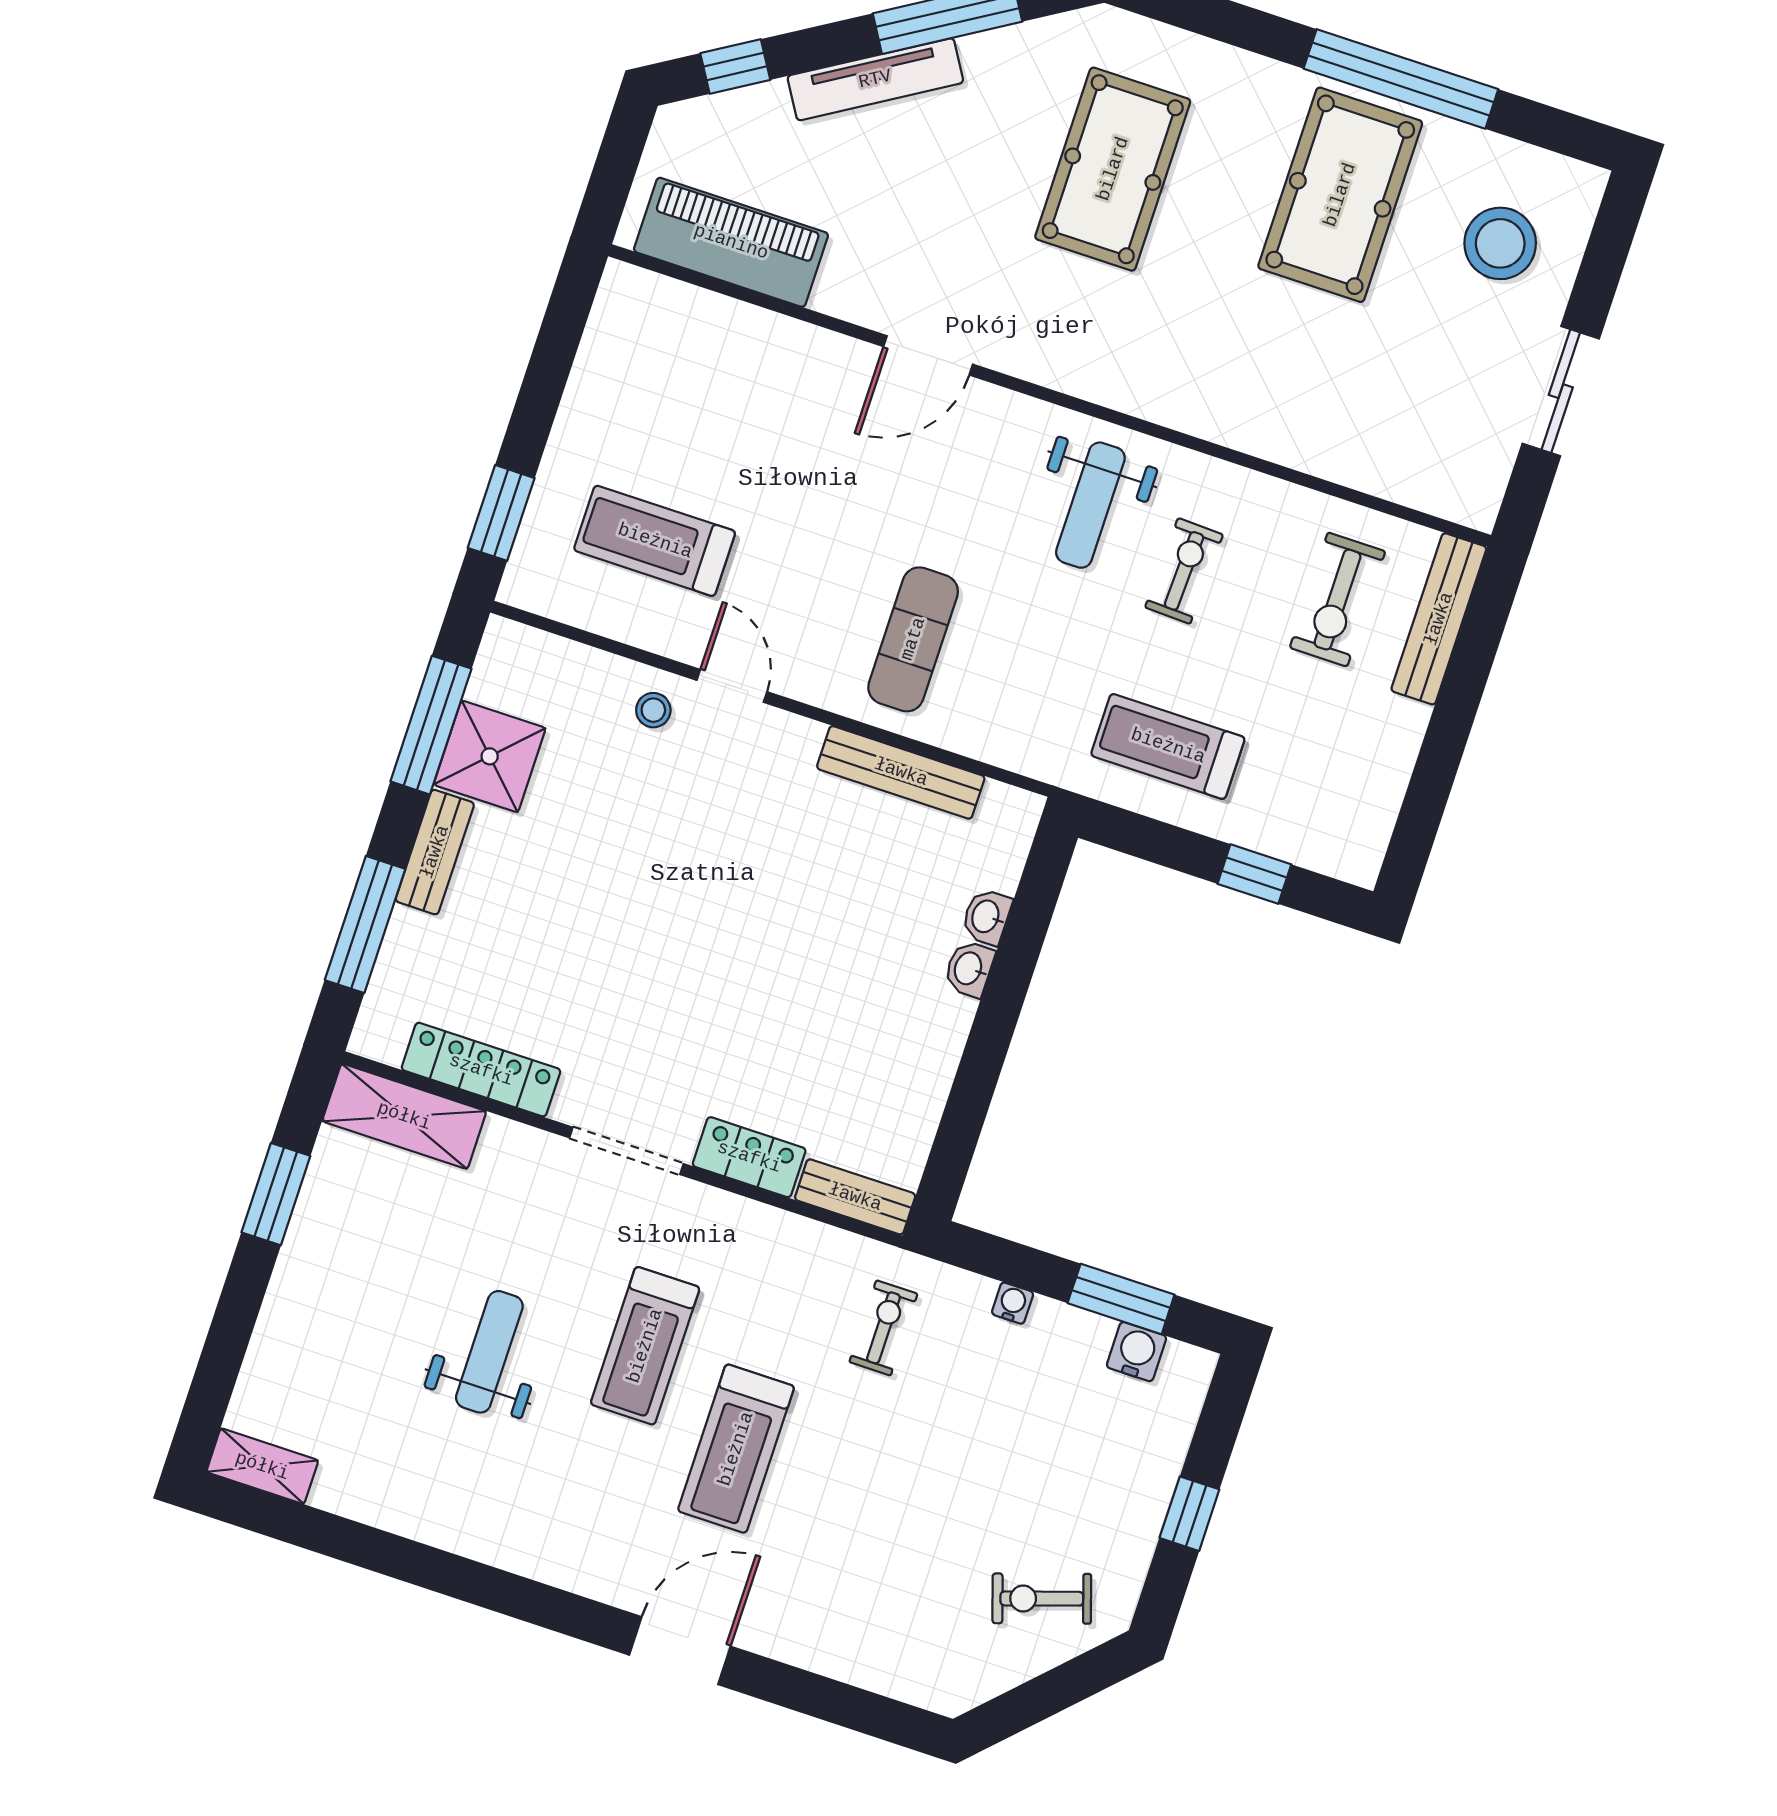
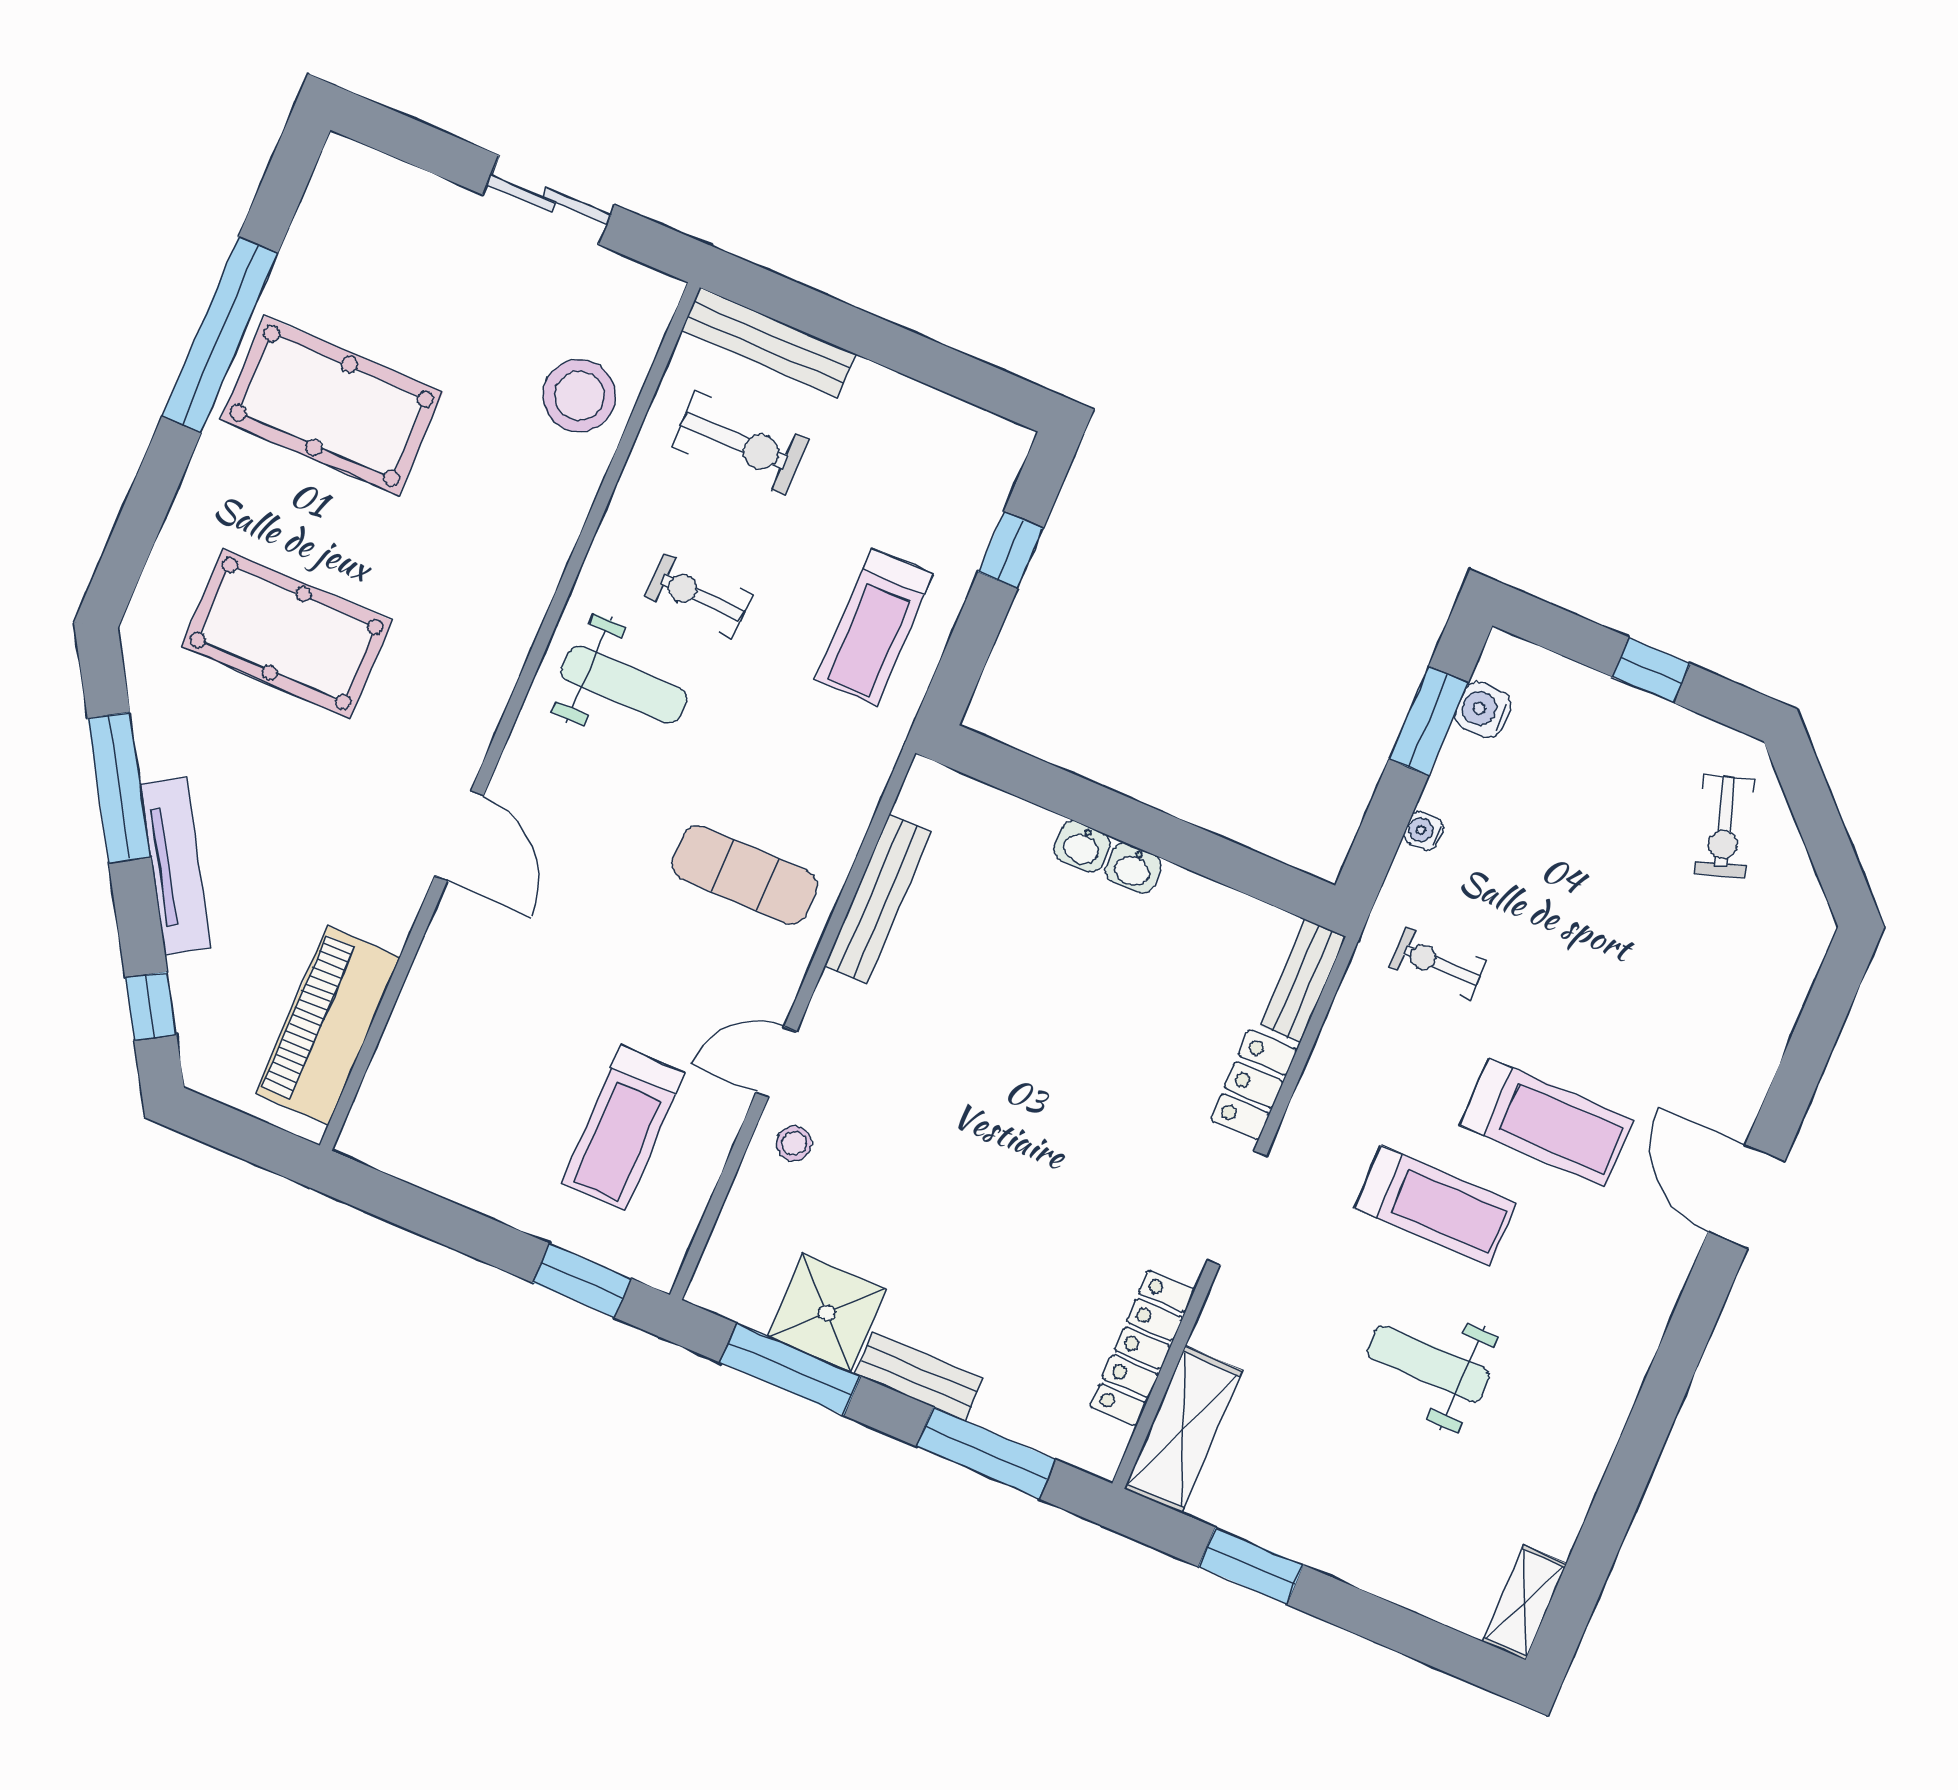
stool: (1500, 243) -> (579, 396), moved
washbasin: (986, 917) -> (1133, 868), moved

